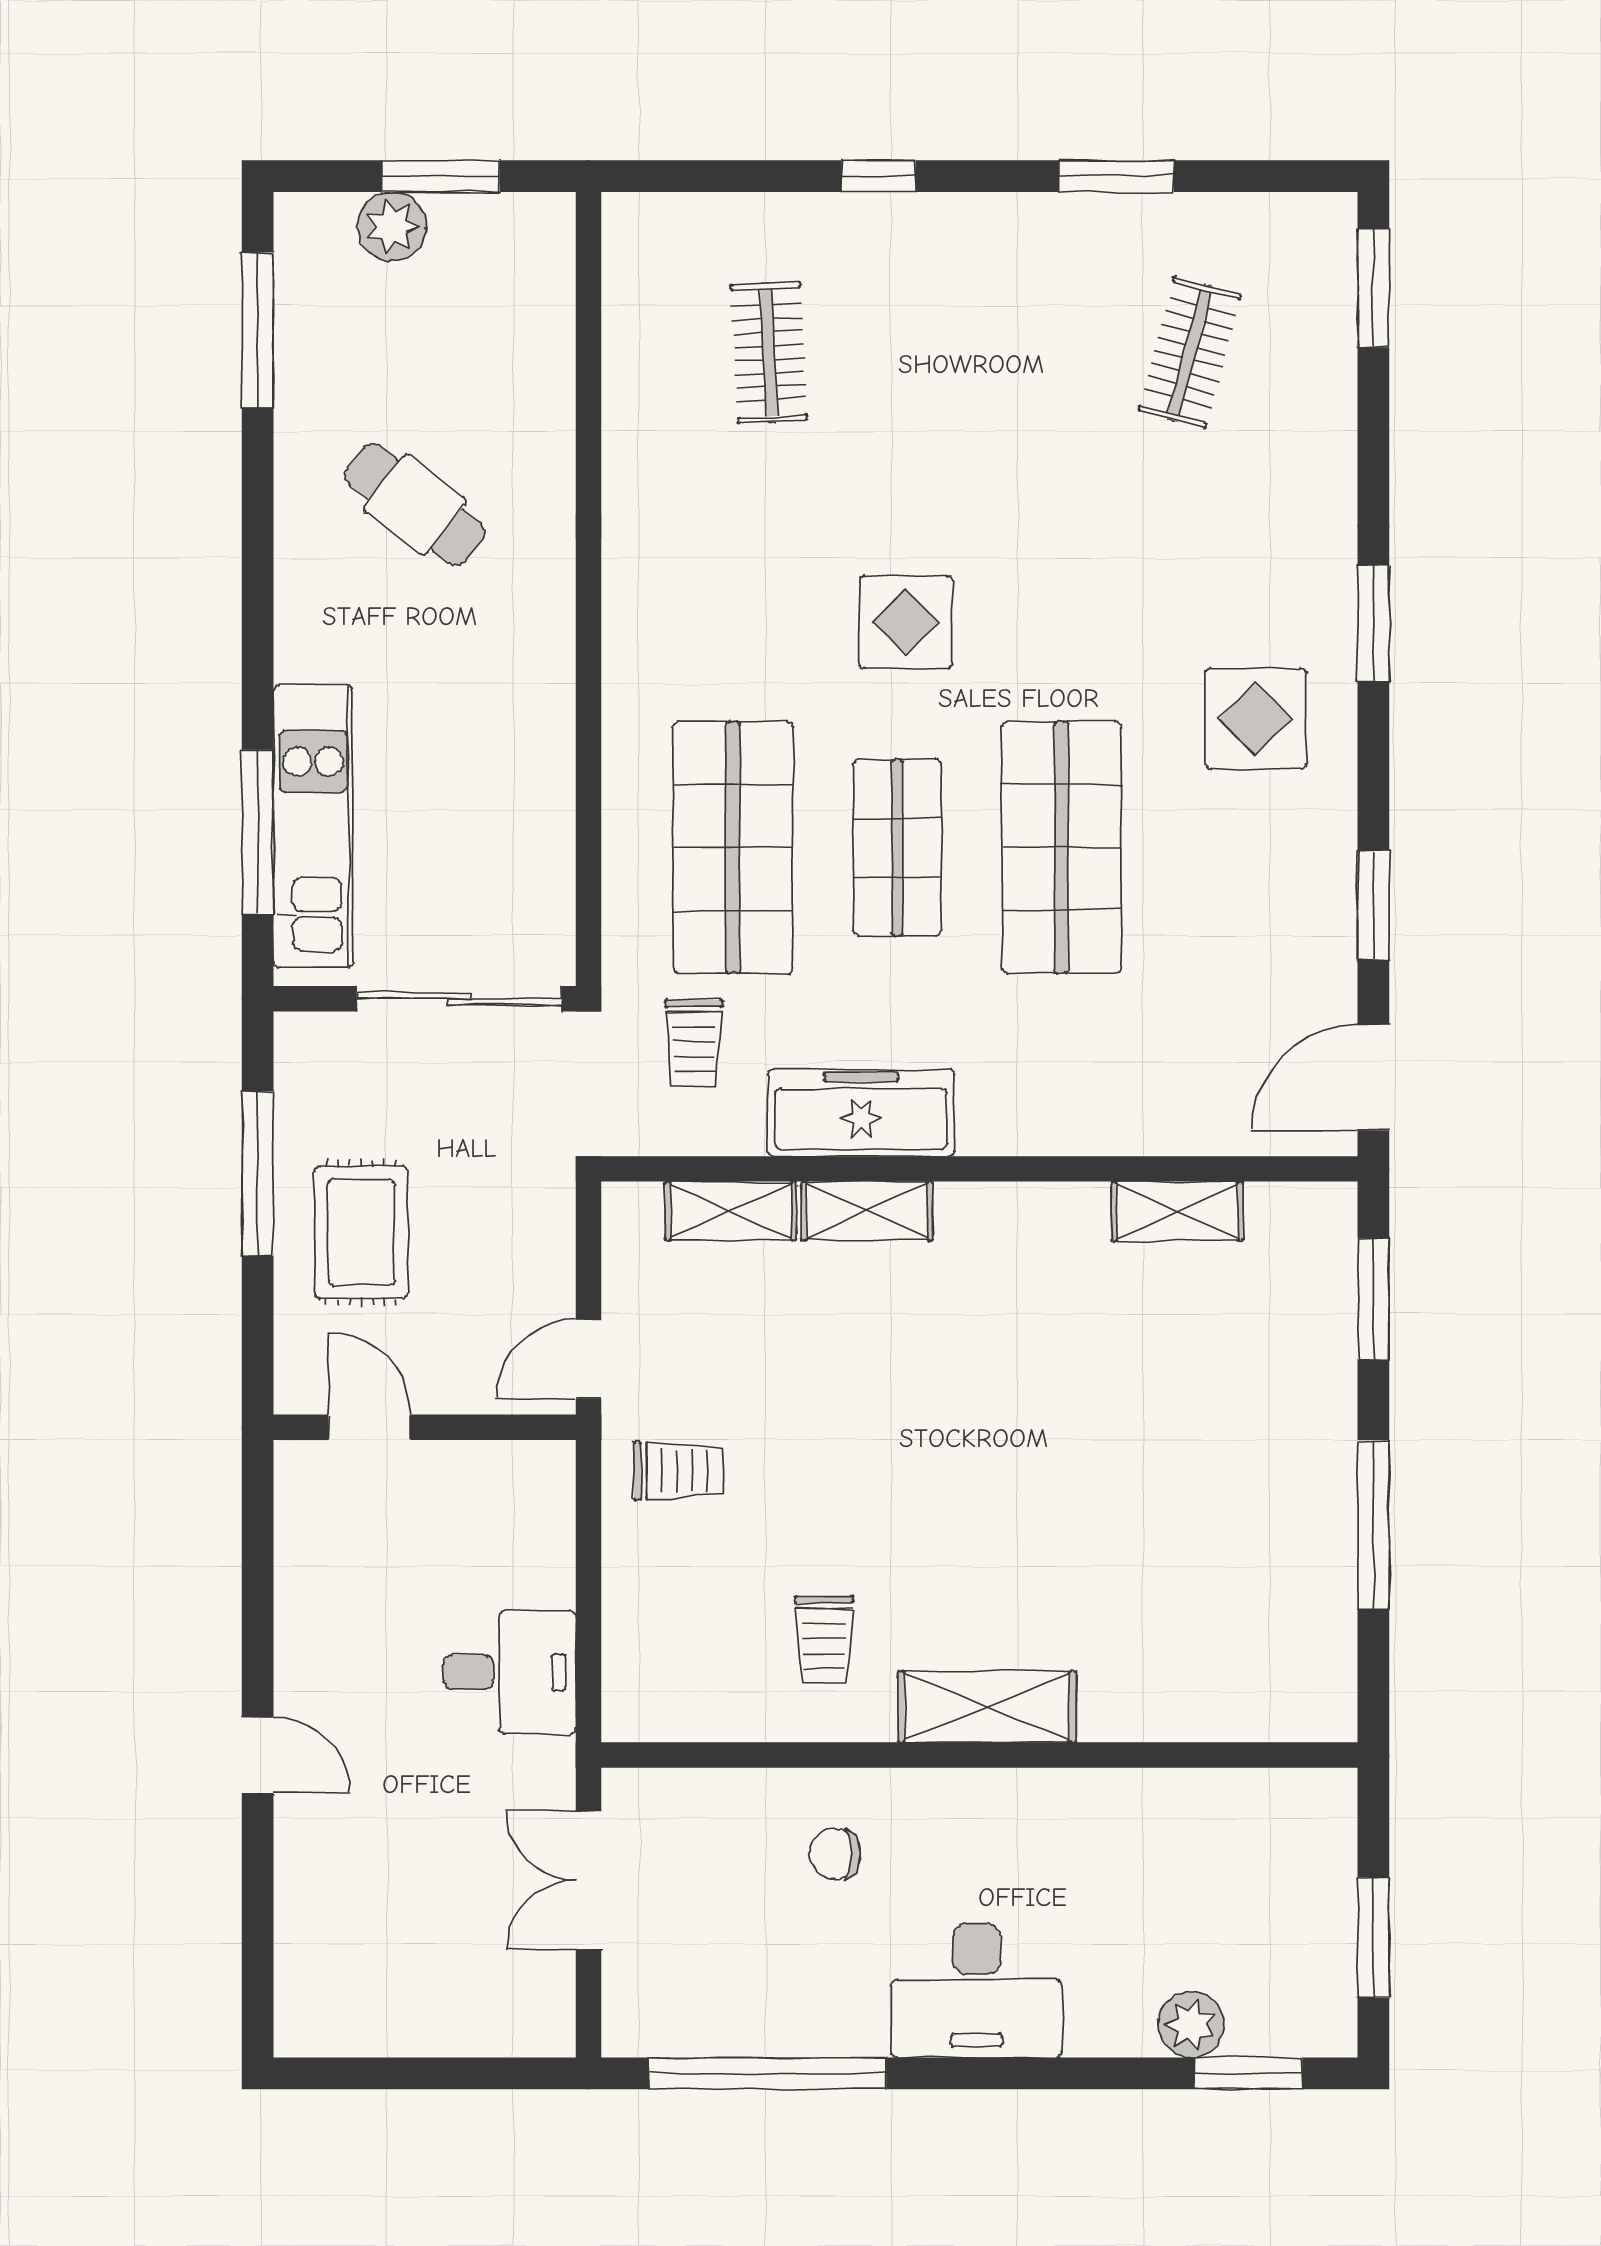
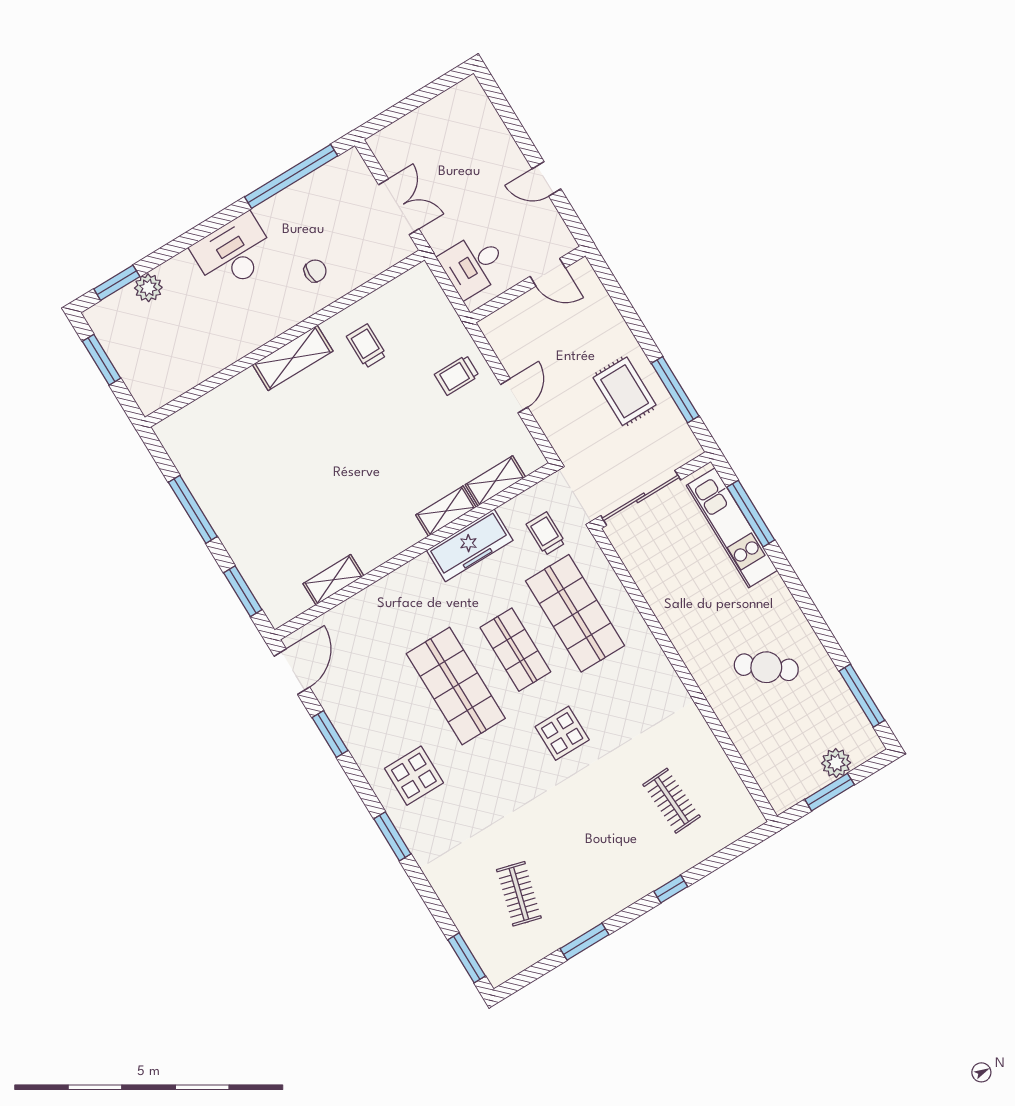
door: (369, 1427) -> (548, 272), moved
wall: (425, 1427) -> (528, 284), moved

